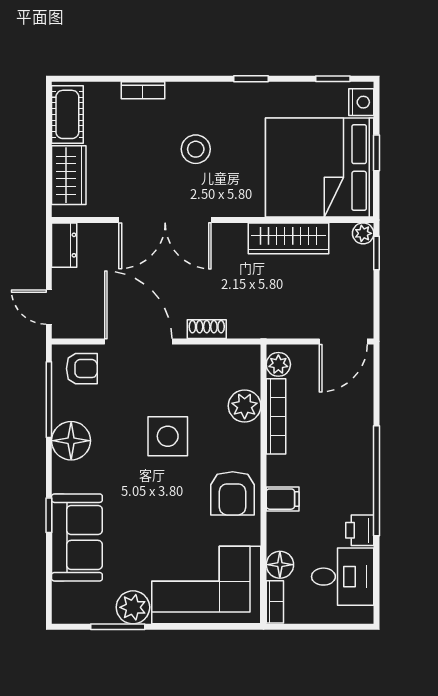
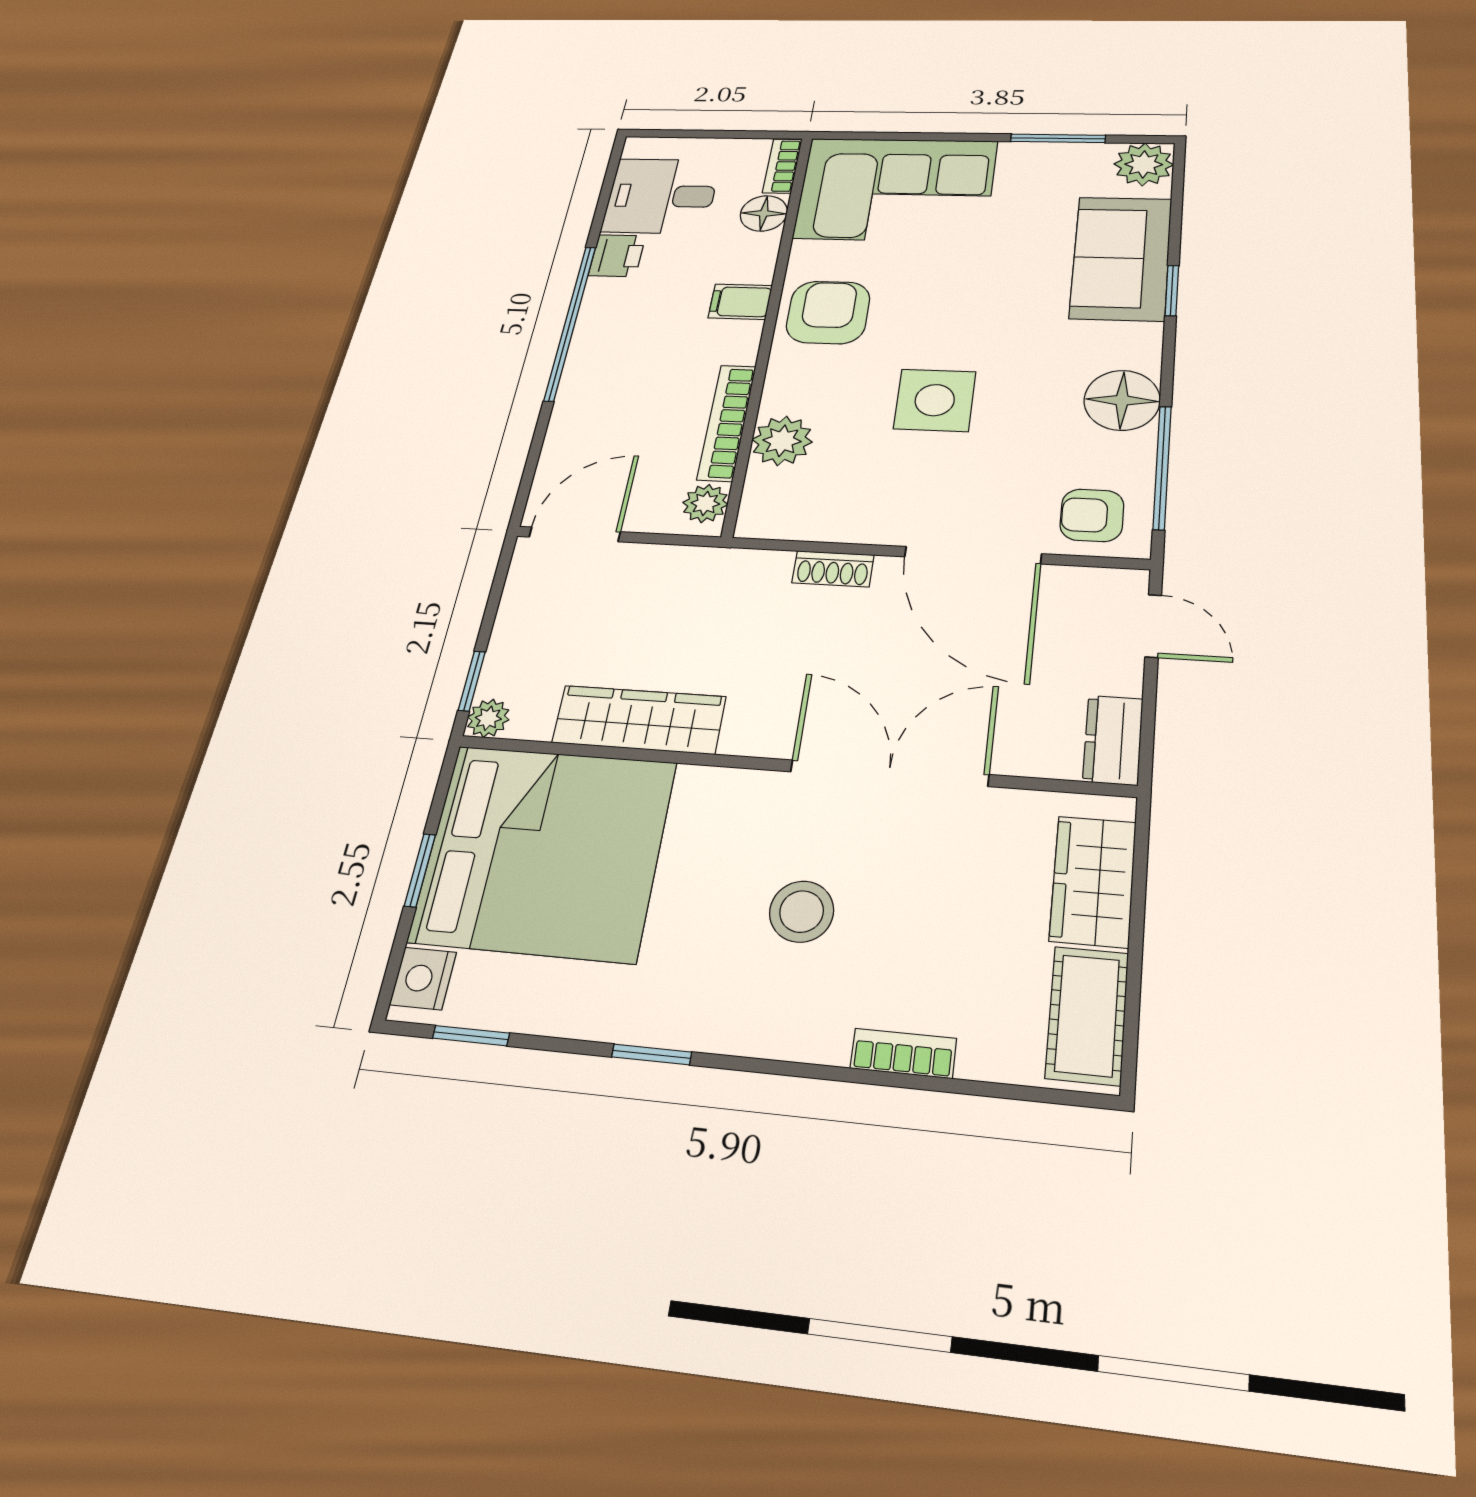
plant: (133, 607) -> (1144, 164), moved

